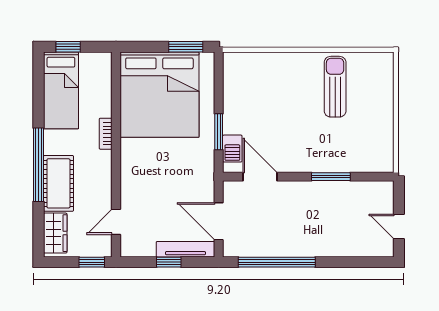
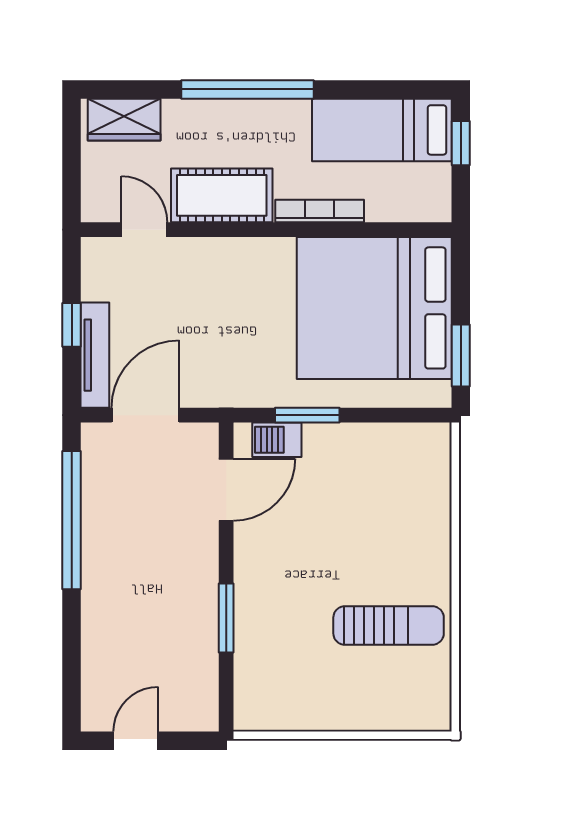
bookcase: (106, 134) -> (320, 211), width x1.56
cot: (58, 183) -> (222, 195), moved
window: (92, 262) -> (72, 186), removed

